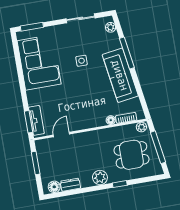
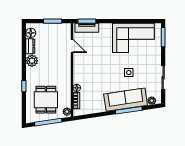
sofa: (120, 75) -> (126, 100), moved
plant: (100, 177) -> (32, 61), moved

